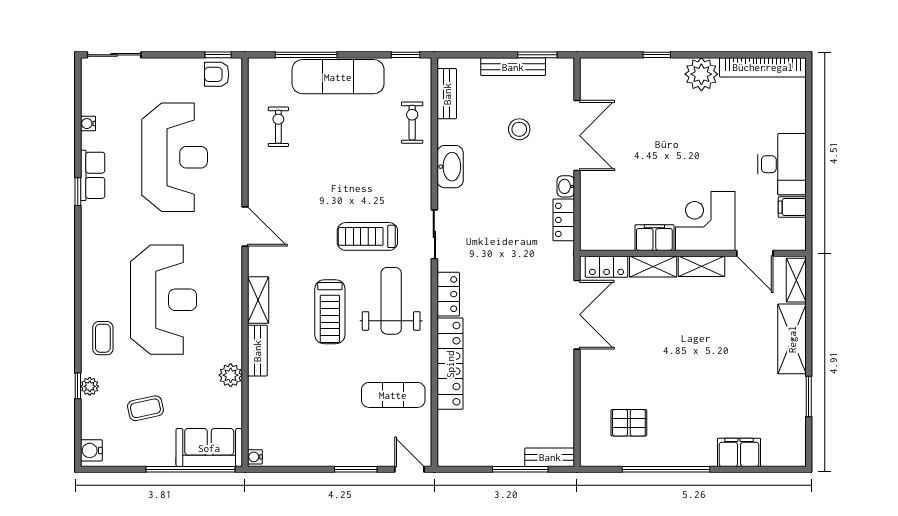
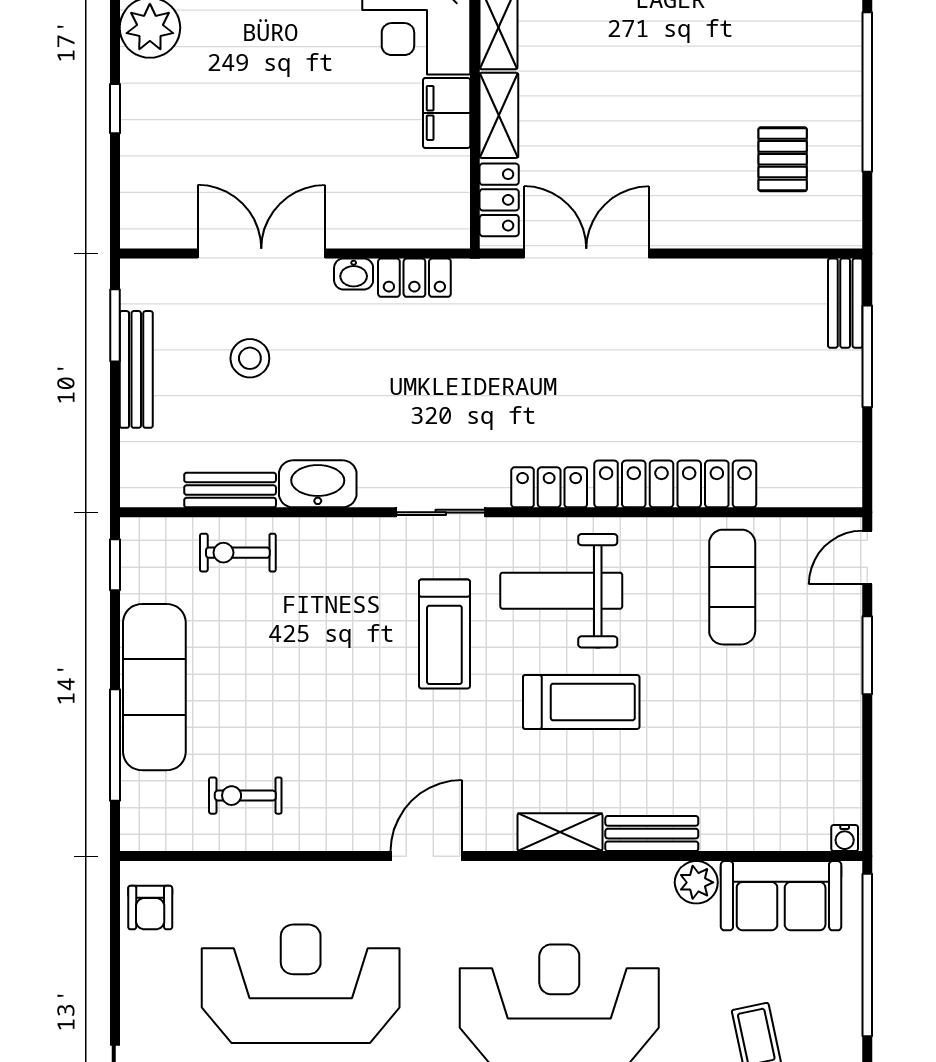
window: (218, 55) -> (115, 905), removed
bench: (447, 94) -> (230, 490), moved
sofa: (209, 448) -> (781, 896), moved, turned -90

